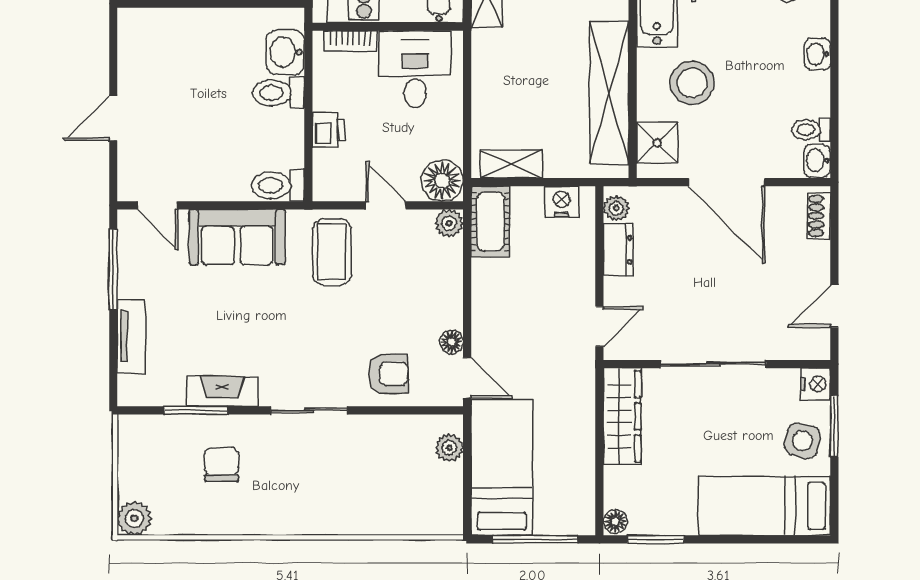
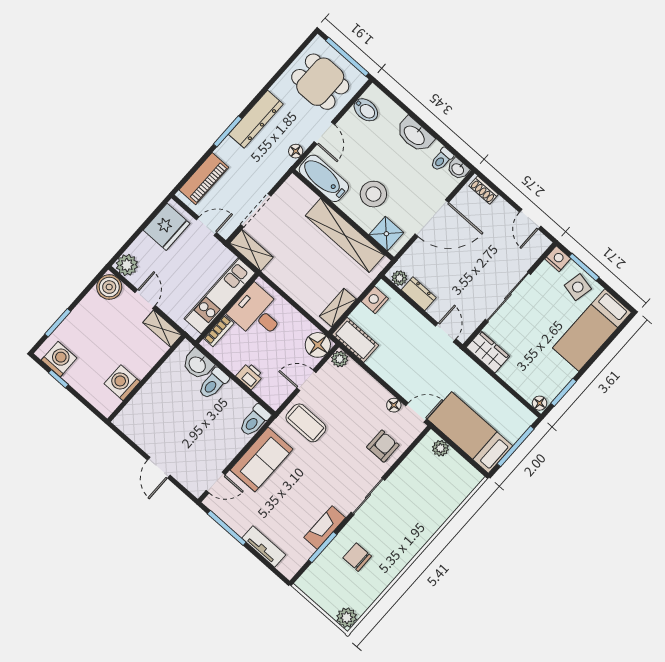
washbasin: (817, 54) -> (415, 135), width x1.91, depth x1.45
wardrobe: (622, 416) -> (488, 352), width x0.67

